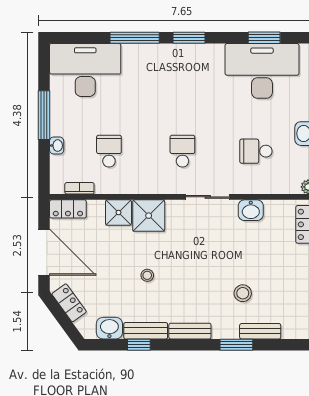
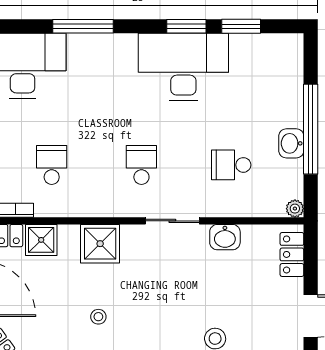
window: (189, 38) -> (186, 26), moved
desk: (262, 71) -> (183, 67), moved
shower: (118, 213) -> (41, 240), moved

